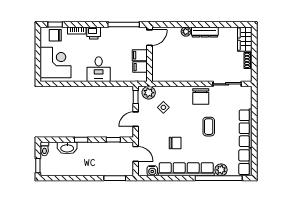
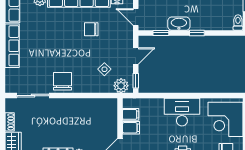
desk: (99, 69) -> (182, 112), width x1.37
coffee table: (209, 127) -> (54, 48), removed
washbasin: (67, 148) -> (179, 24), moved

